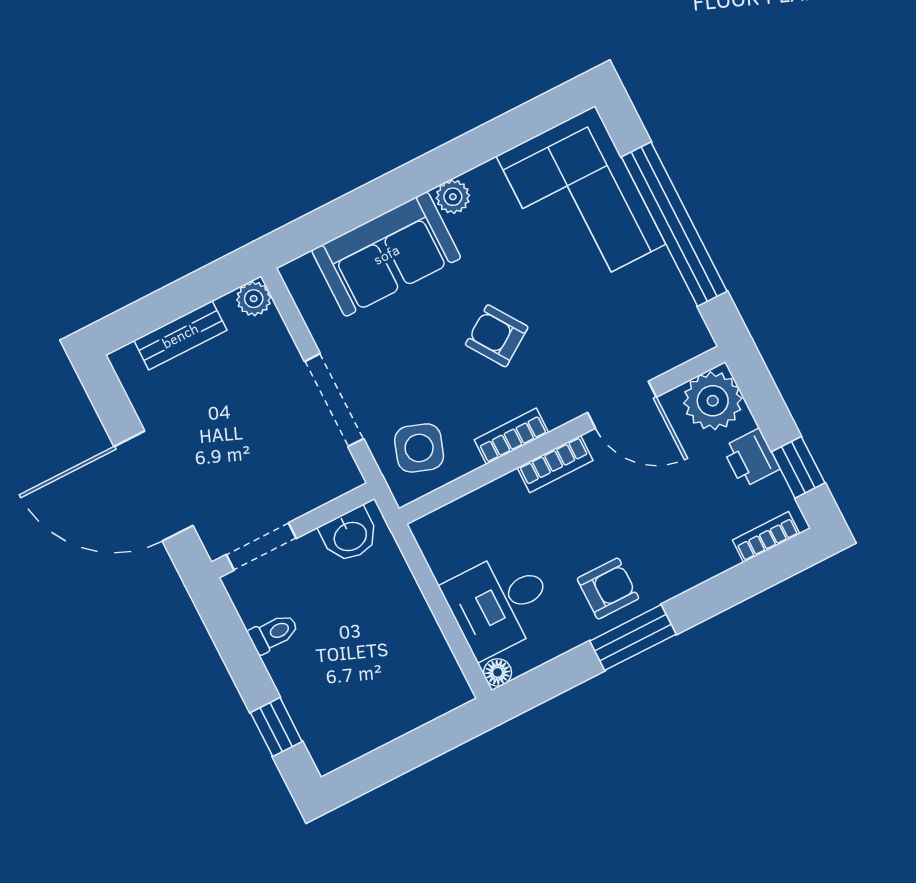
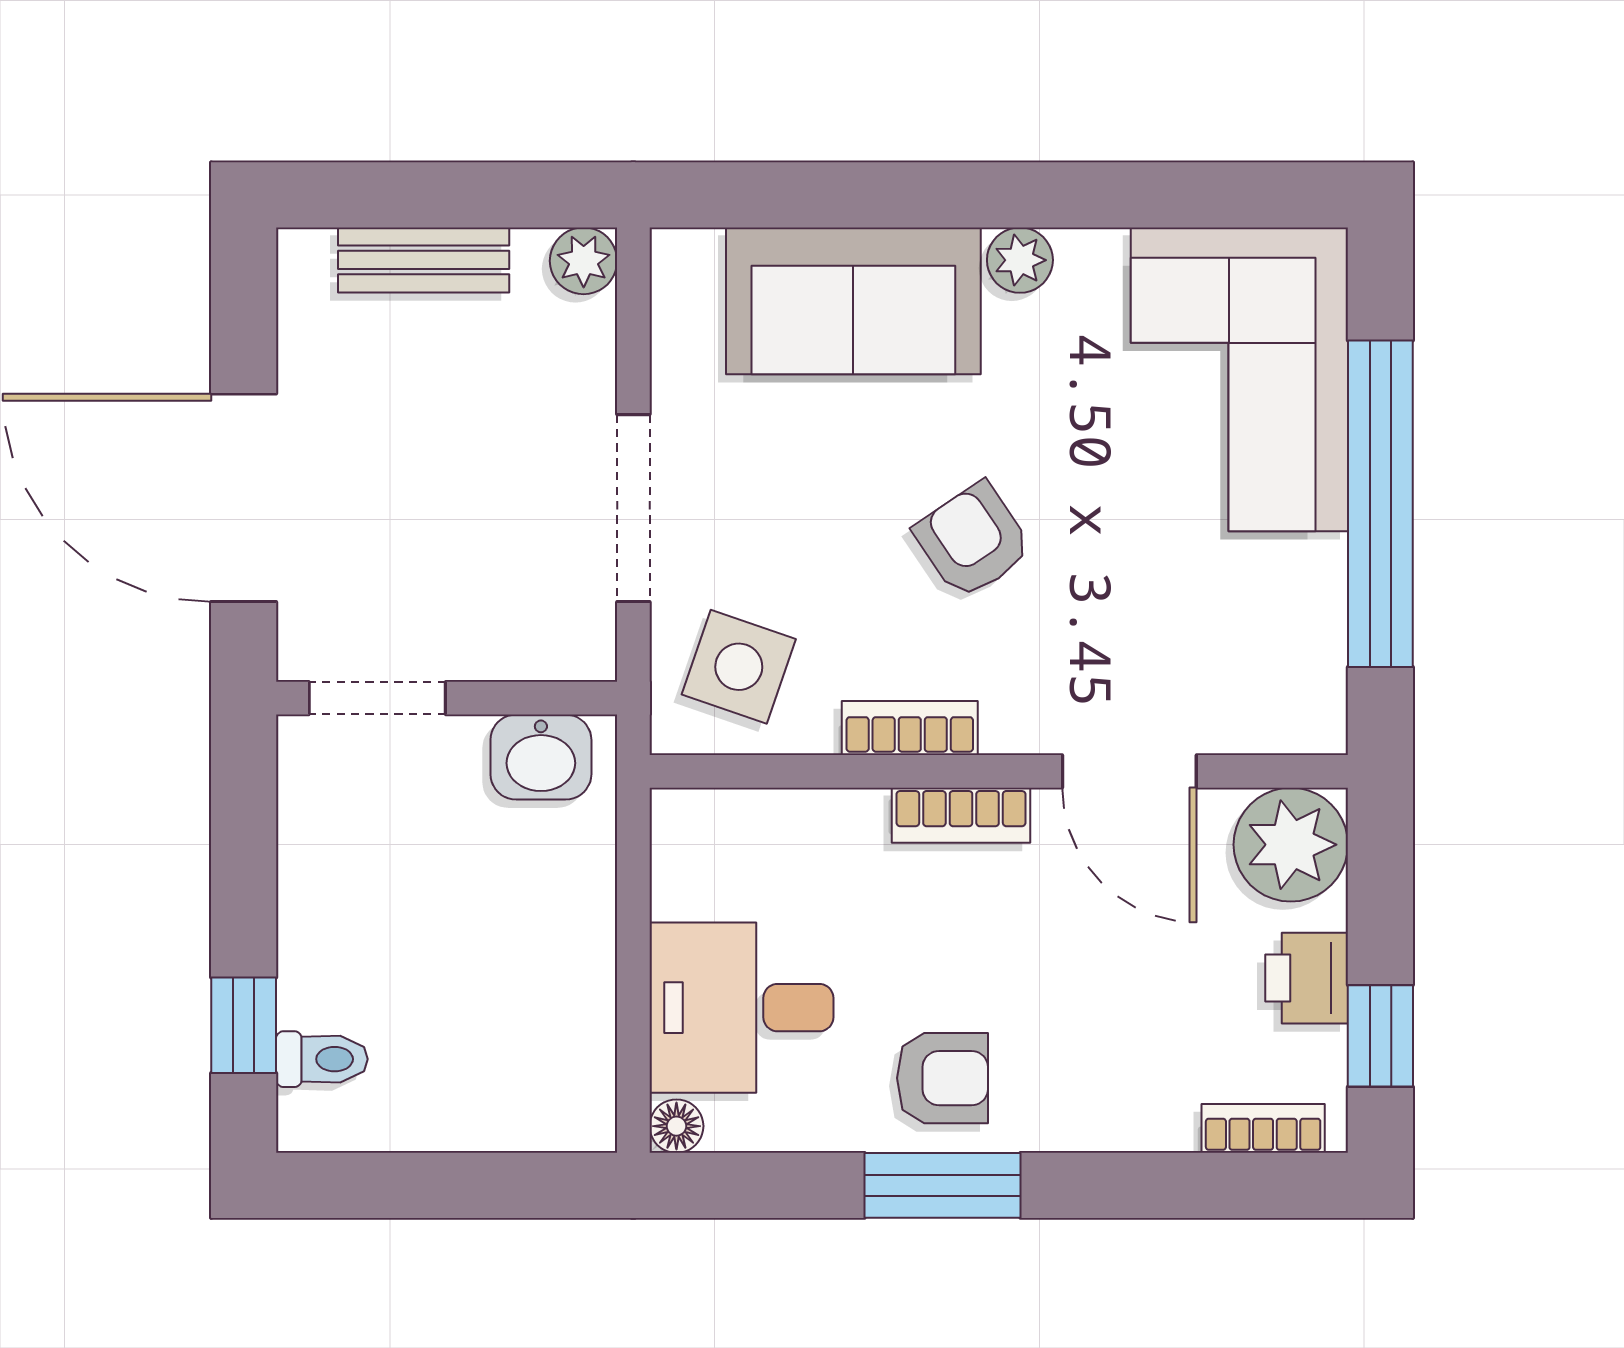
toilet: (274, 633) -> (322, 1059), moved

